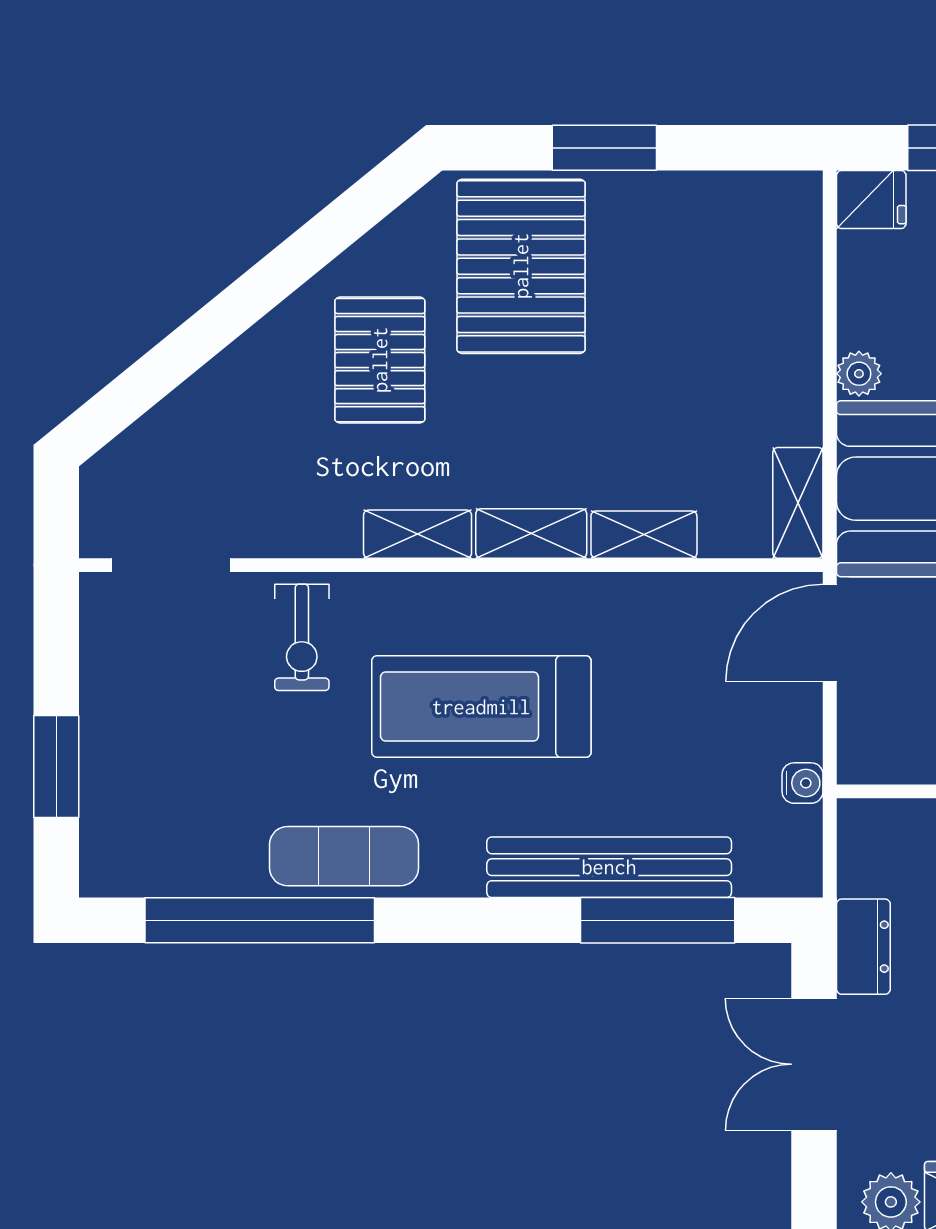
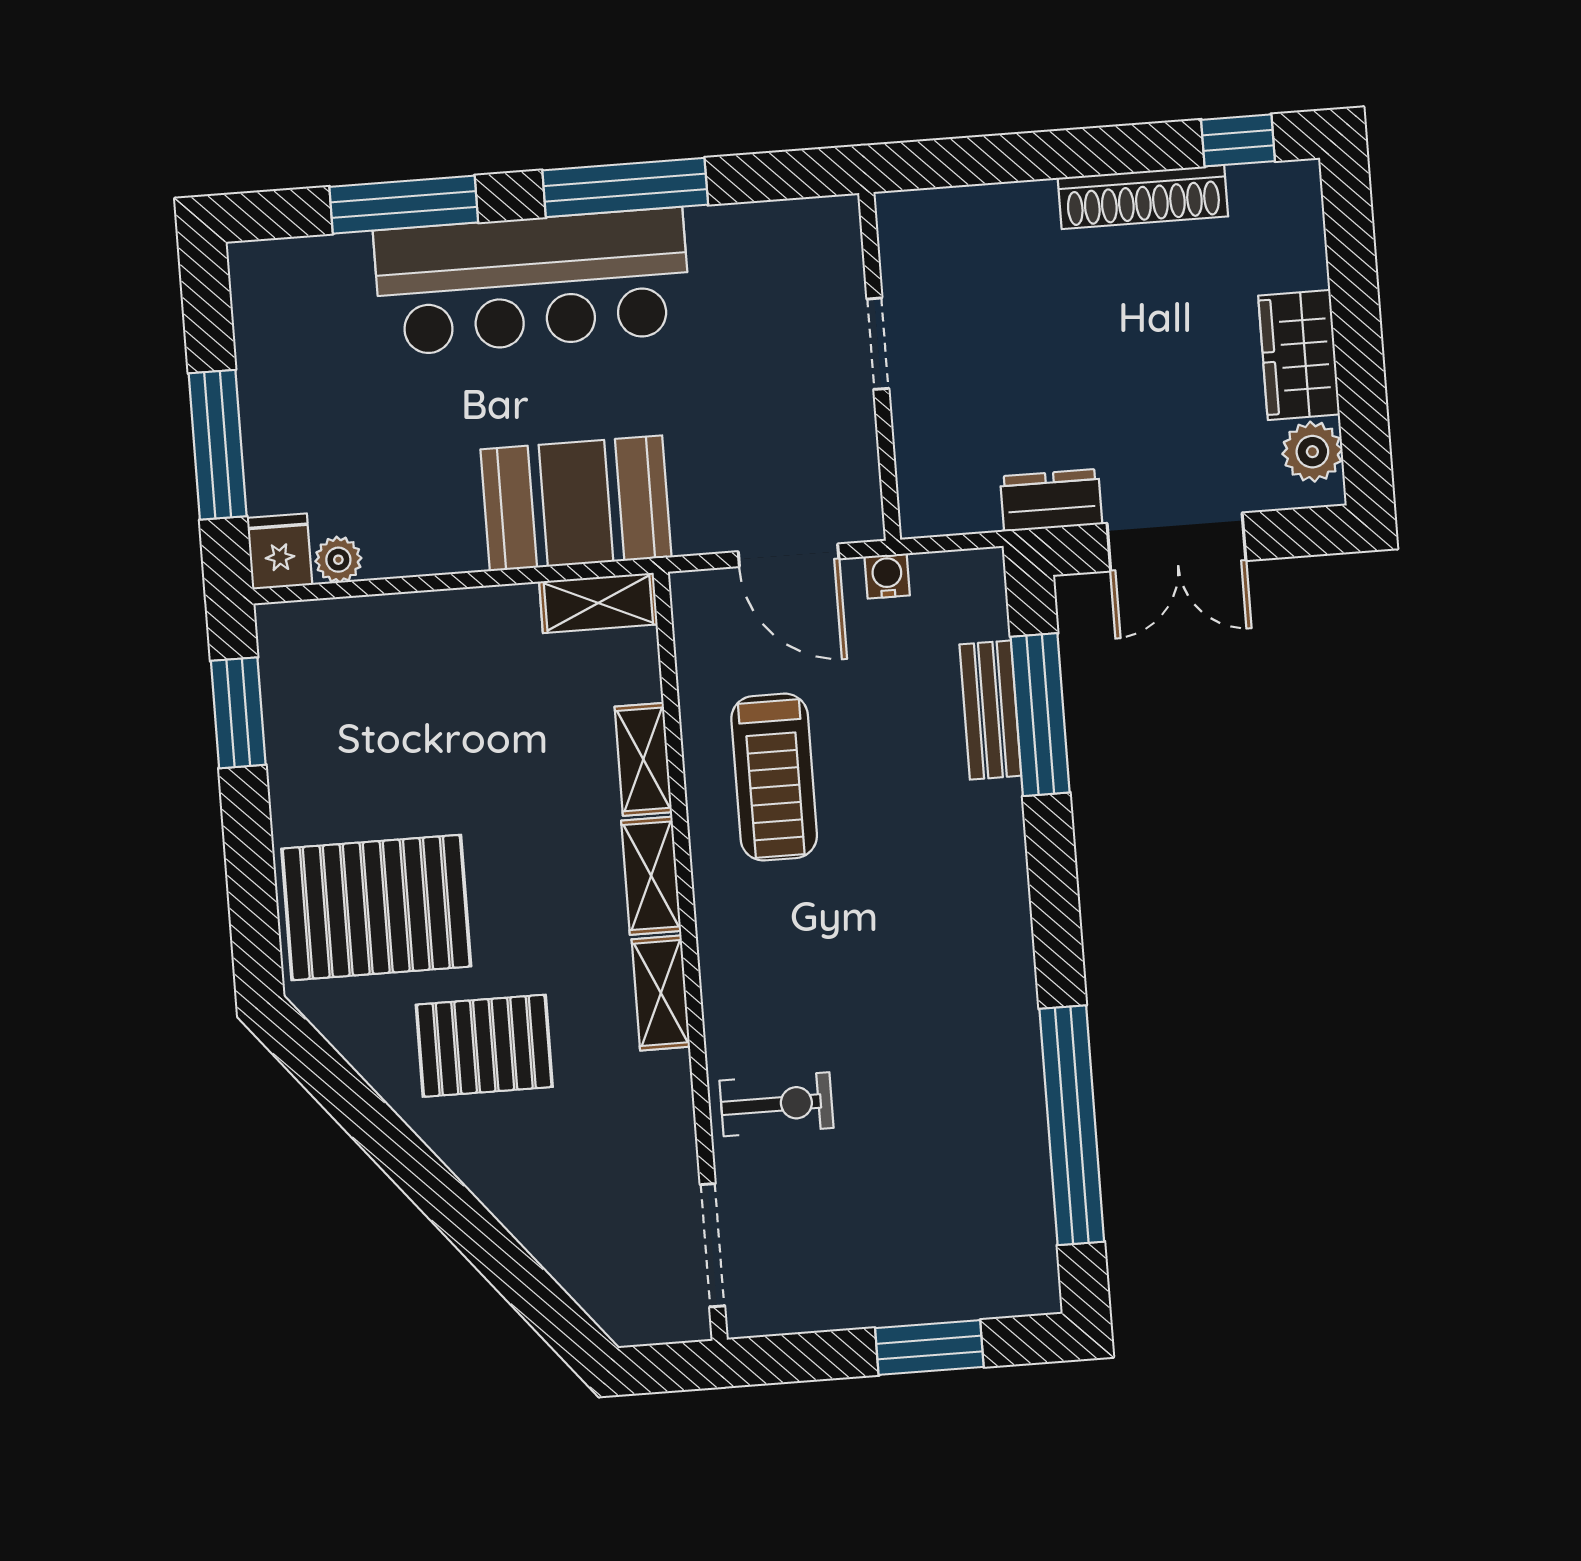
window: (604, 148) -> (238, 713), moved
plant: (859, 374) -> (338, 560), moved
door: (830, 633) -> (789, 555), moved
treadmill: (481, 707) -> (774, 777), moved, width x0.73, depth x0.73
exercise mat: (344, 856) -> (999, 1043), removed
bench: (609, 867) -> (990, 710), width x0.54, depth x0.82

